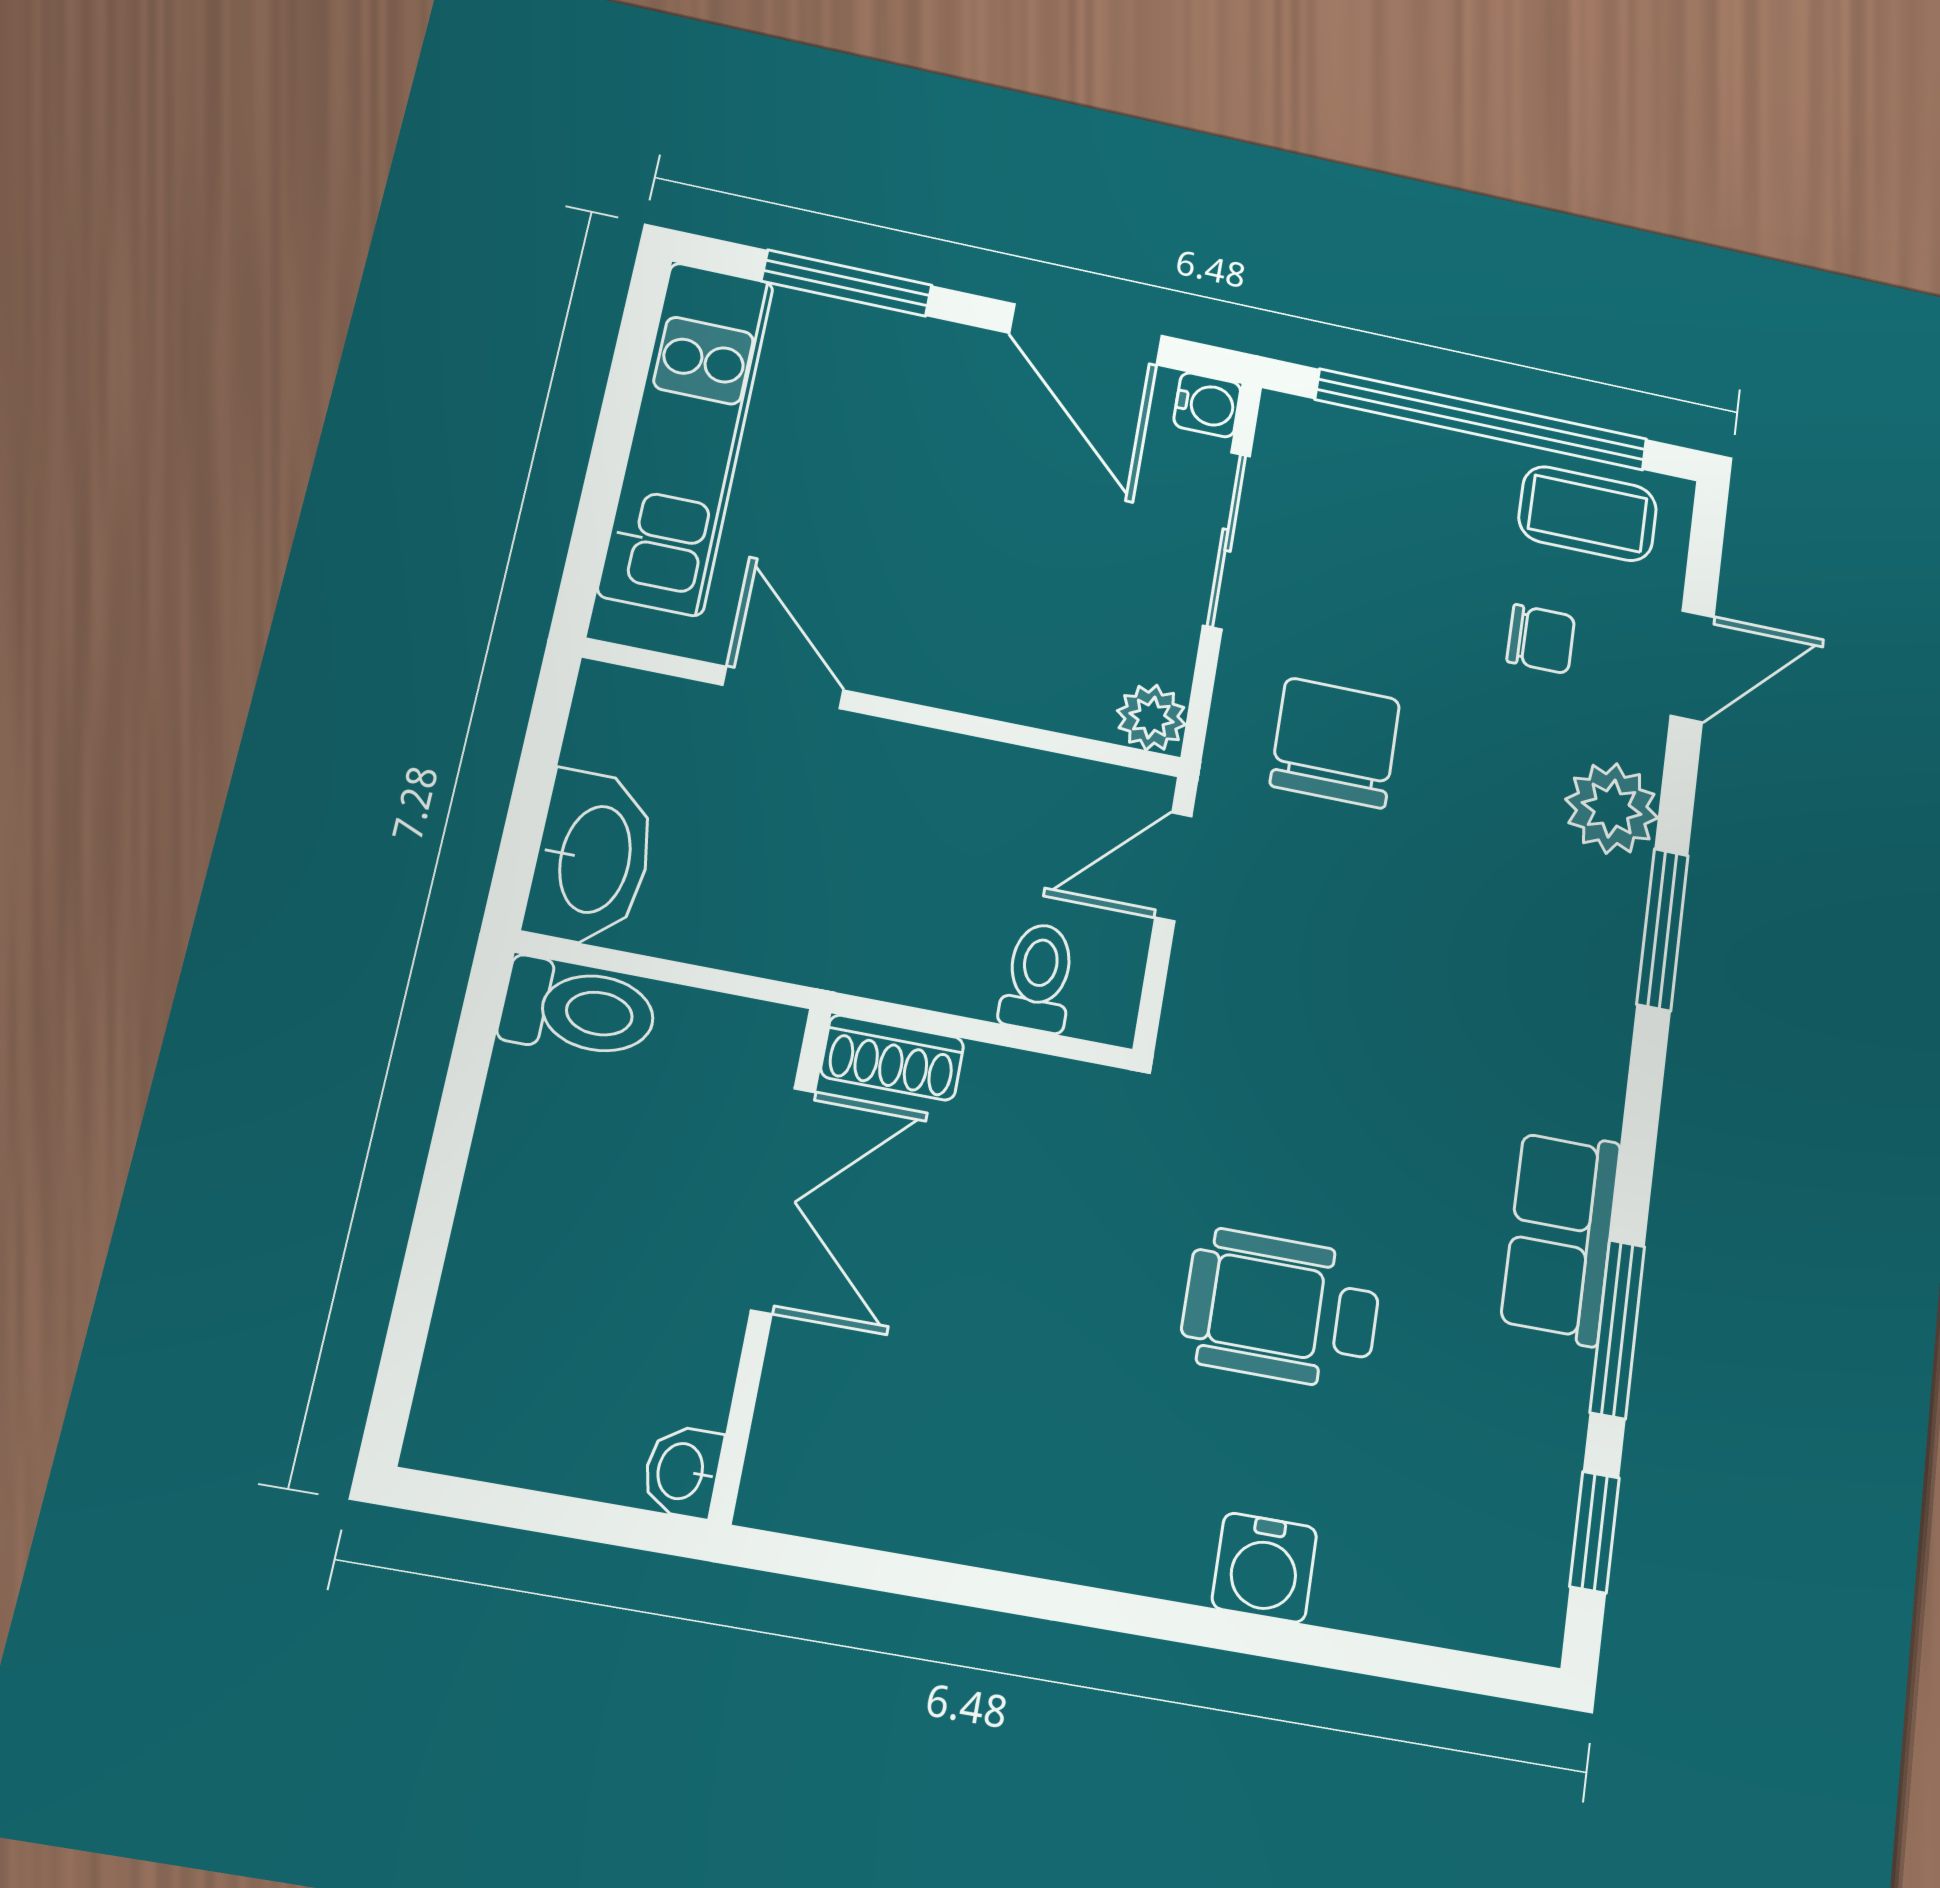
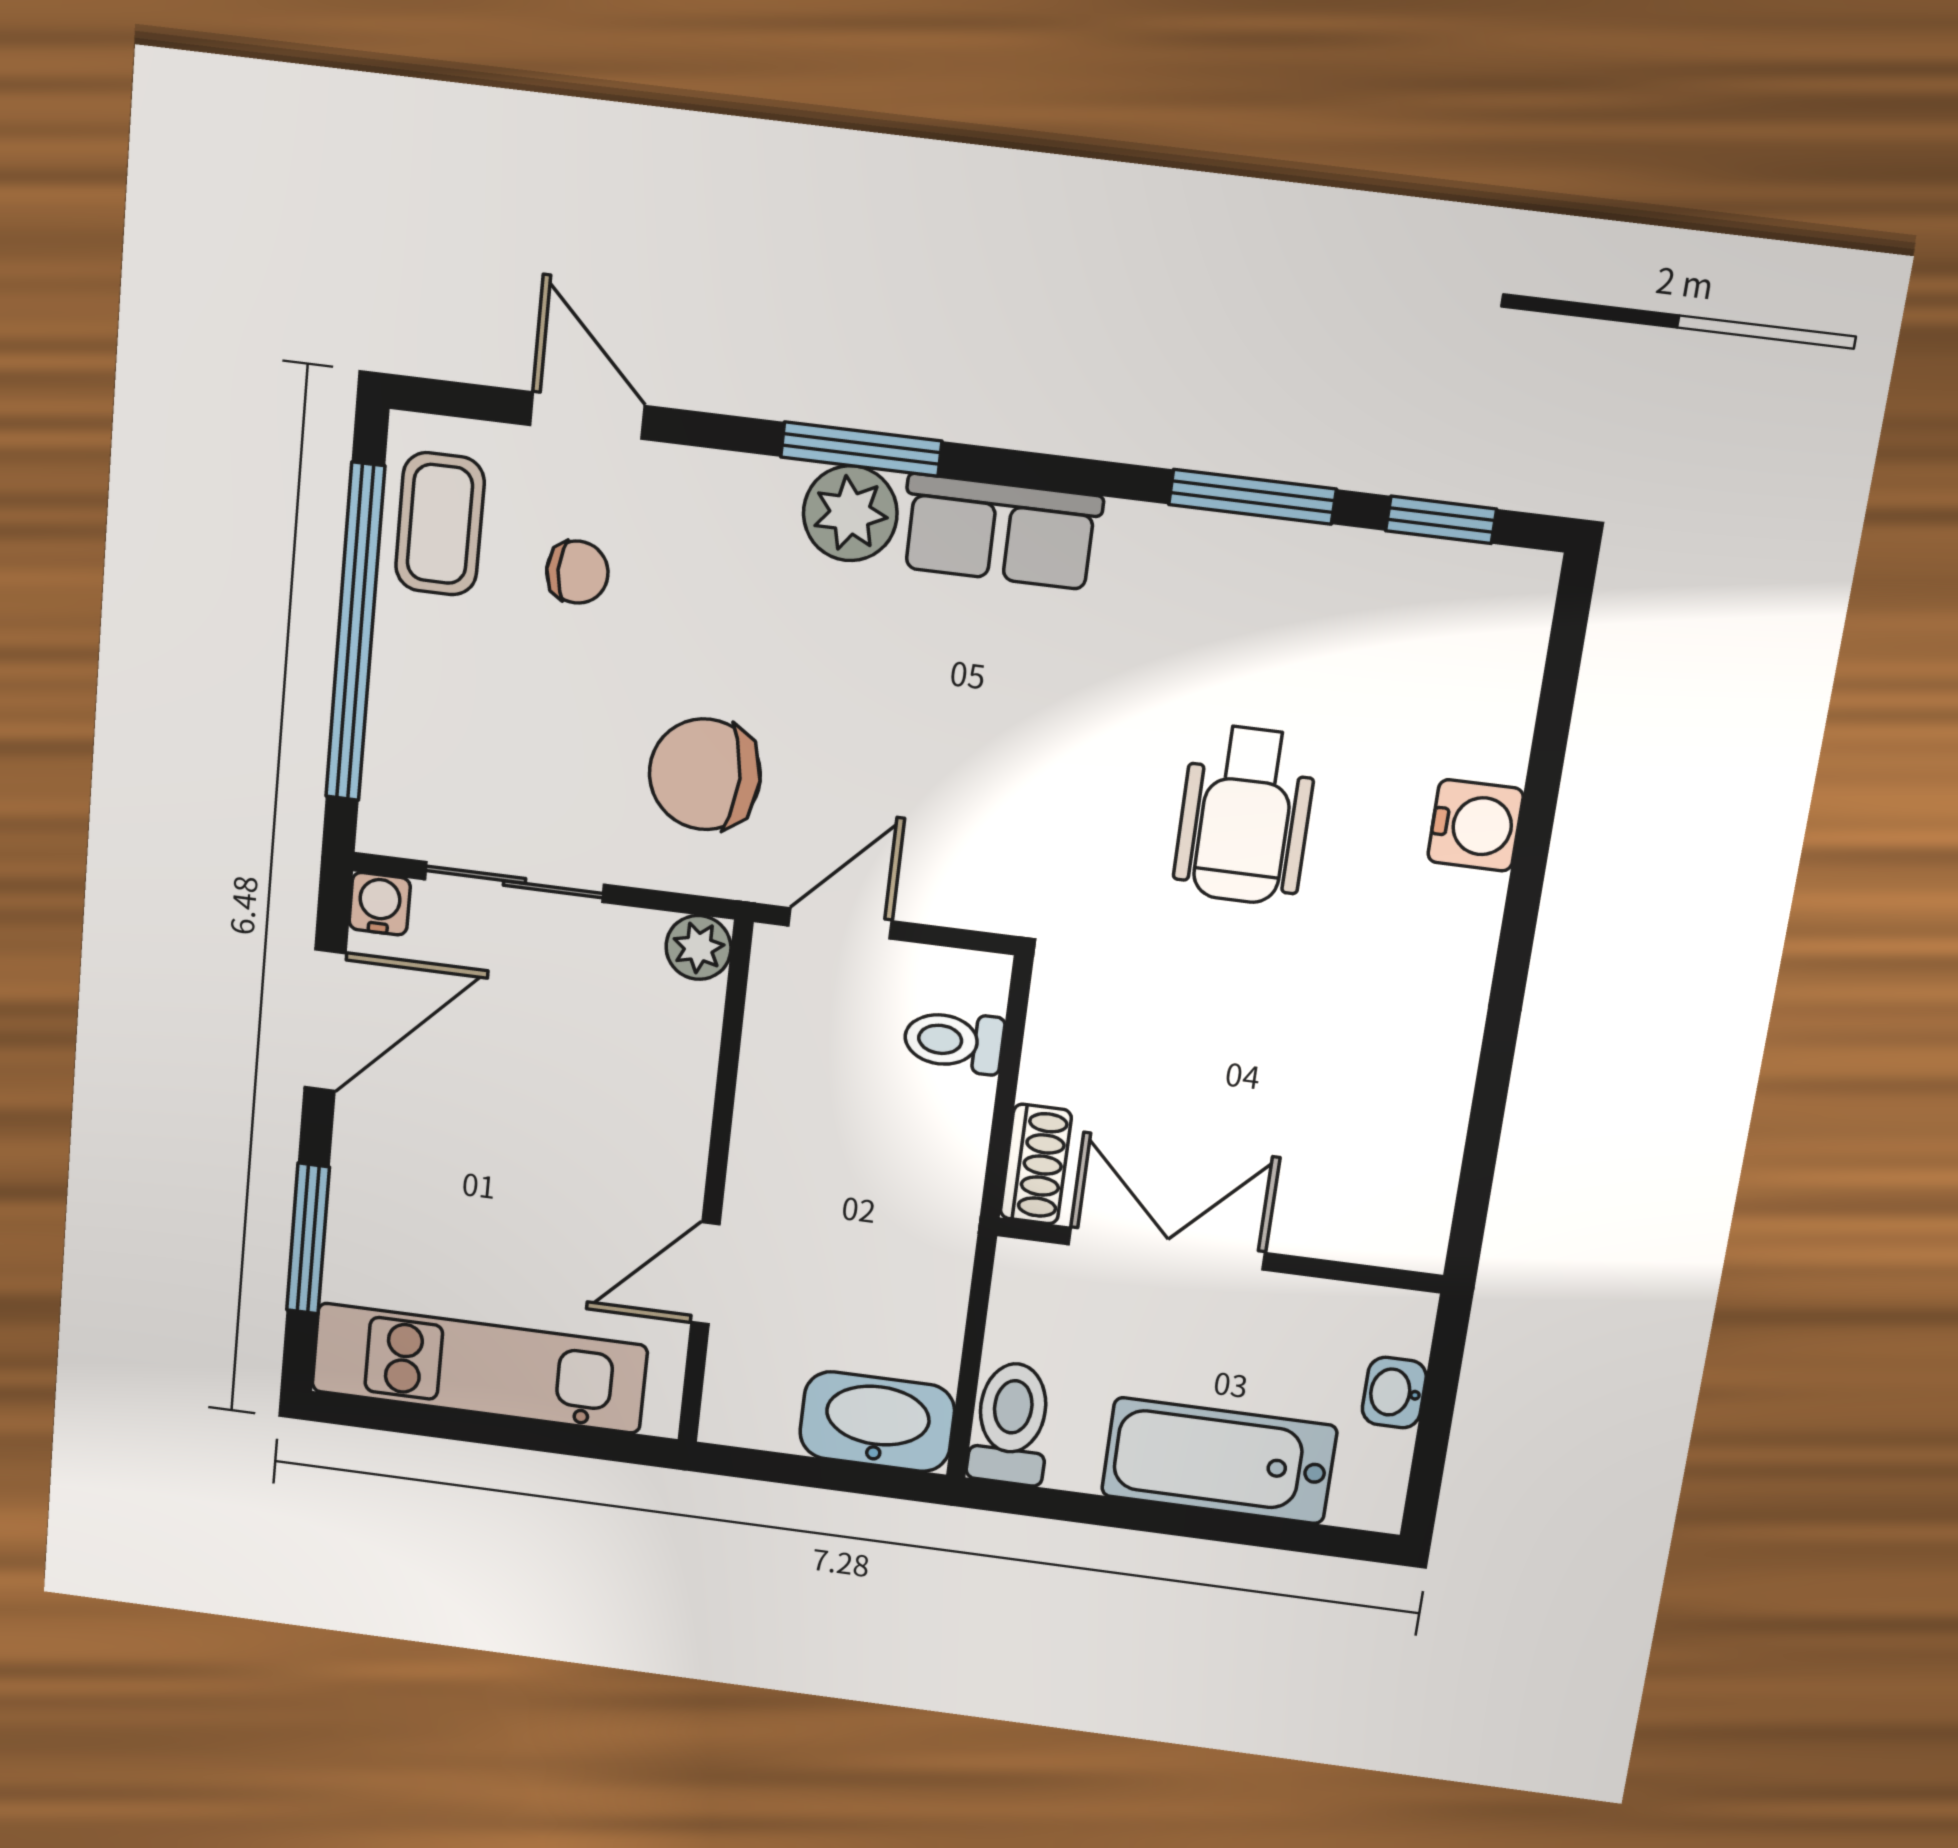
chair: (1541, 639) -> (577, 572), turned 90
plant: (1612, 808) -> (850, 513), moved
door: (1173, 867) -> (840, 923), swing flipped
row of seats: (1561, 1236) -> (1001, 532), moved
bathtub: (513, 1250) -> (1219, 1461), added
washbasin: (682, 1471) -> (1394, 1393), moved, turned 90

